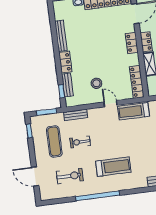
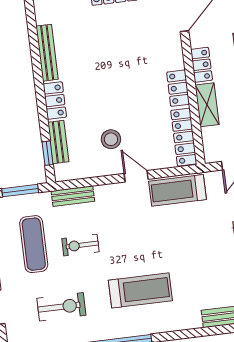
locker: (132, 43) -> (178, 88), moved

